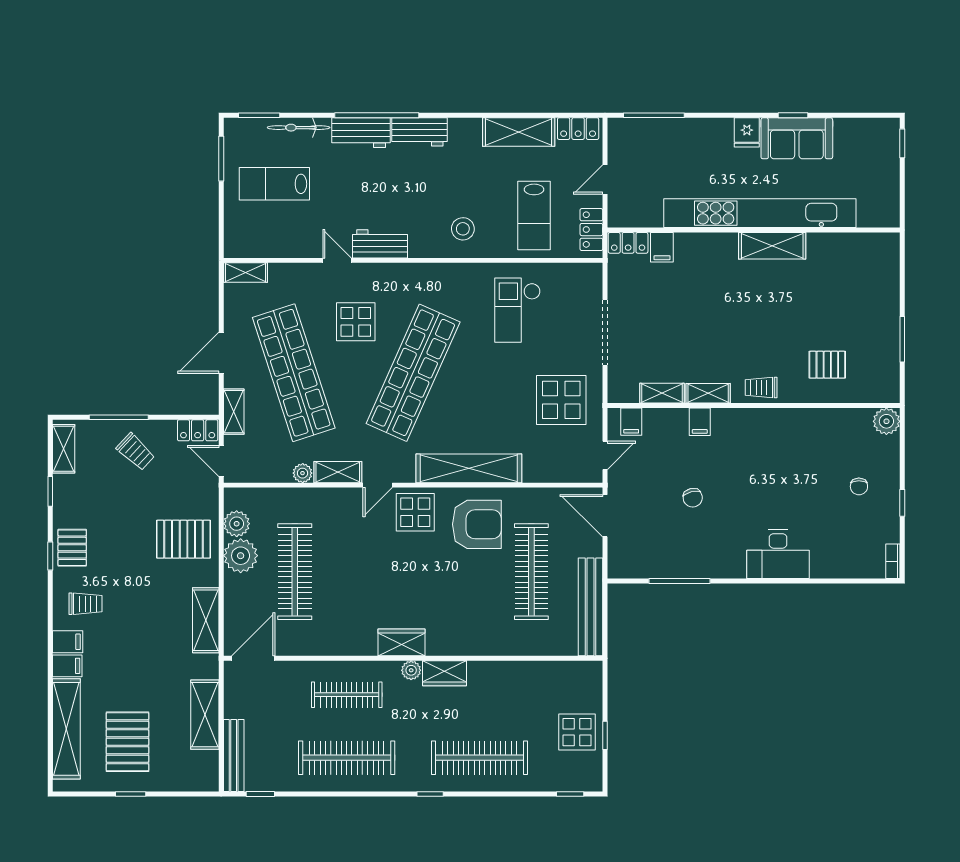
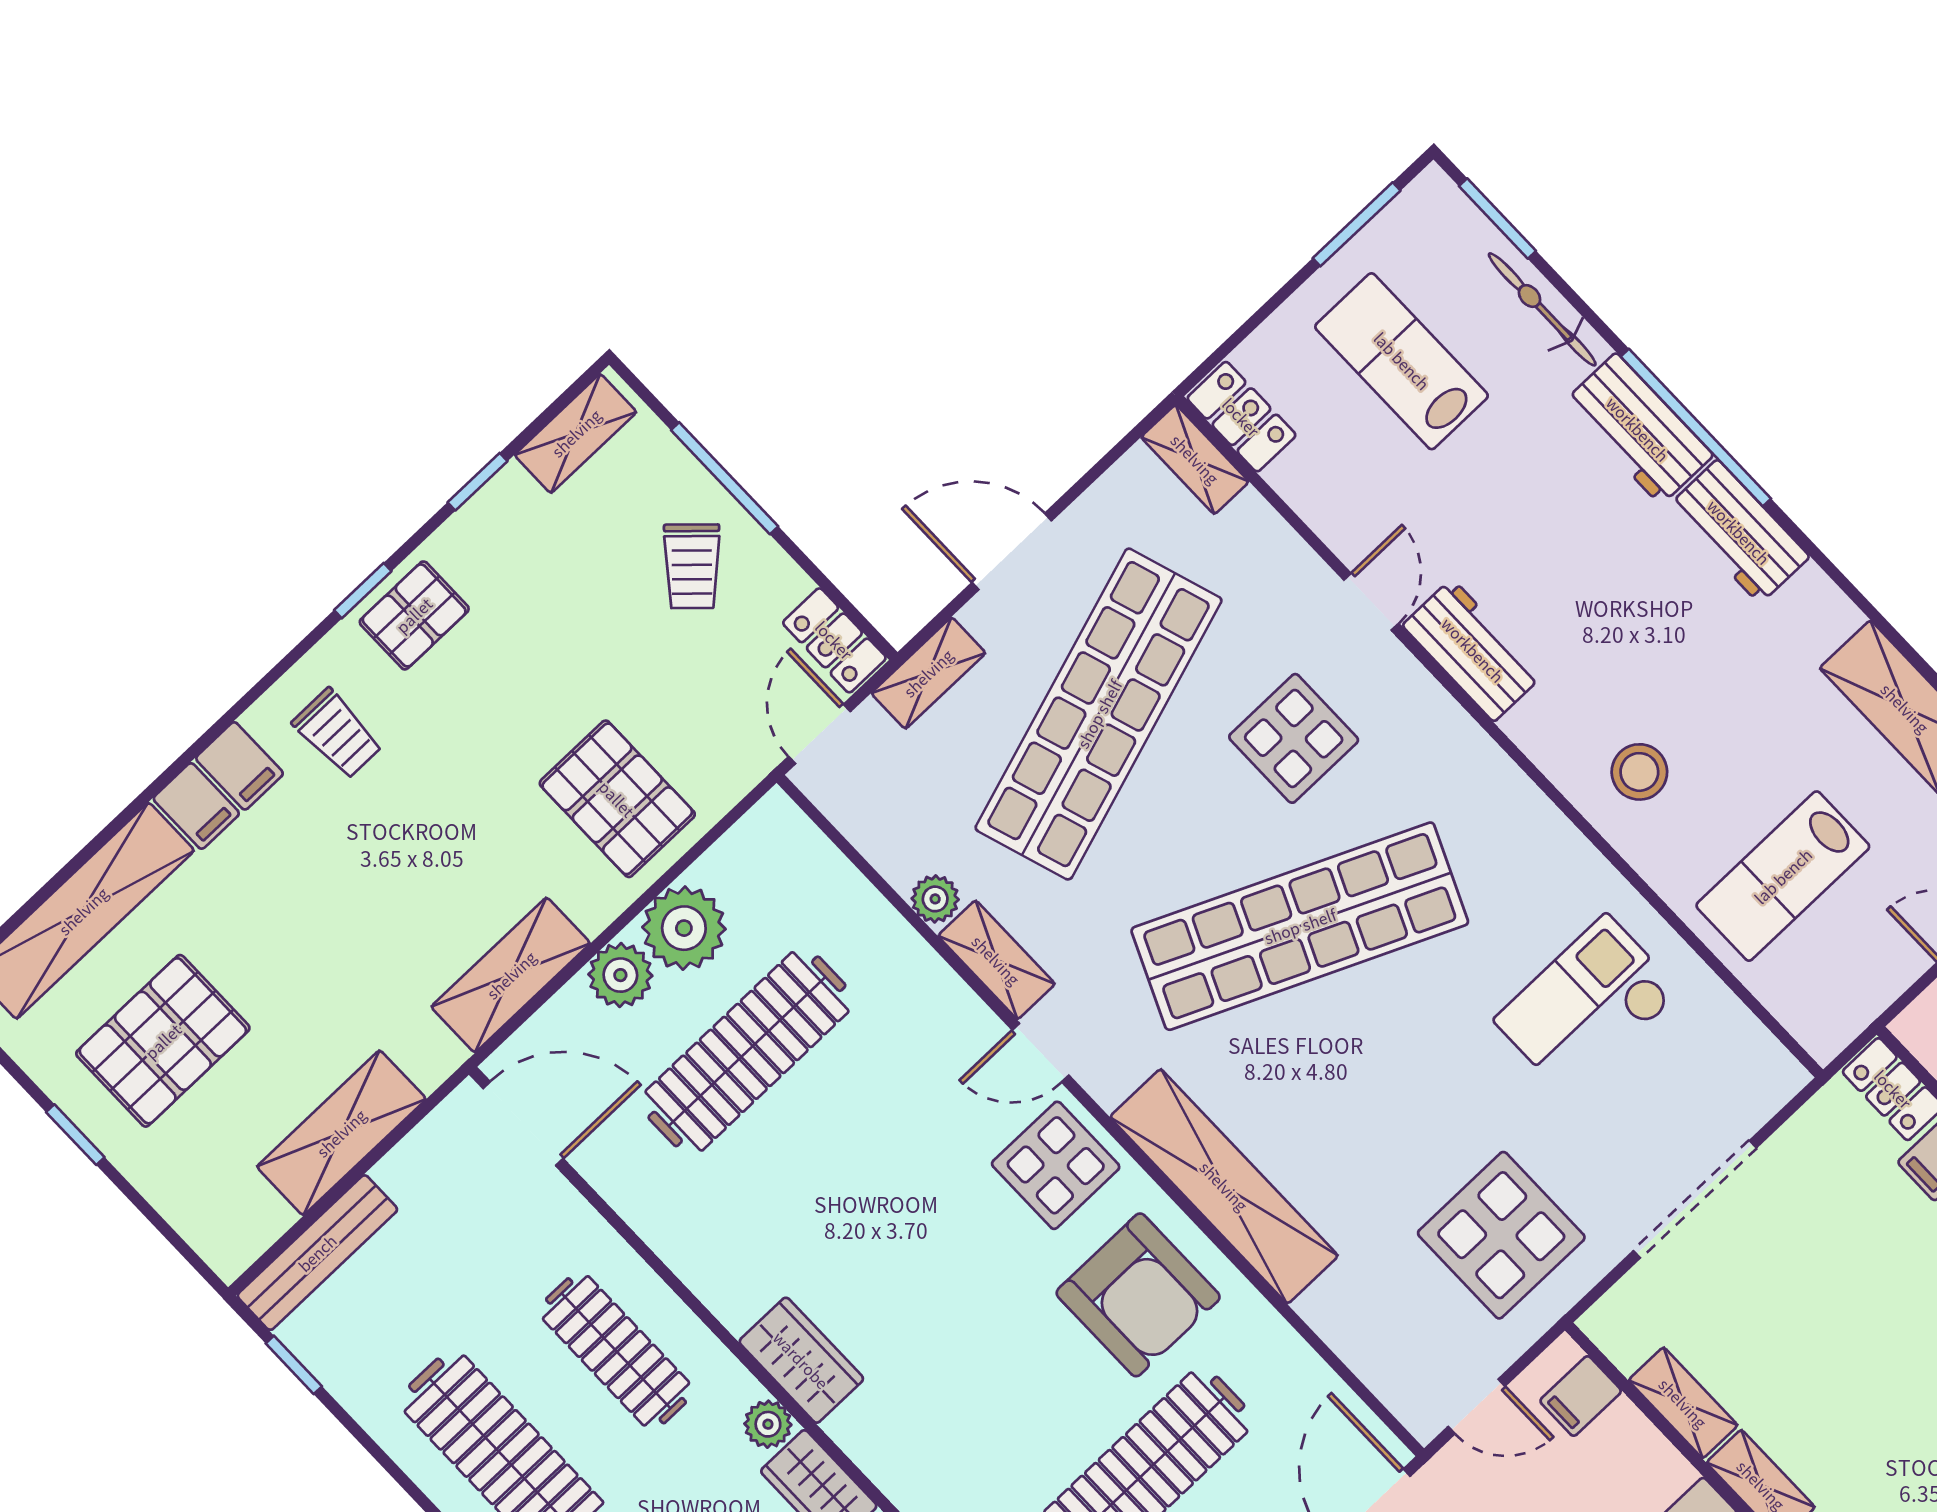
locker: (591, 230) -> (1241, 417), moved, turned 90
plant: (237, 524) -> (620, 975), moved

